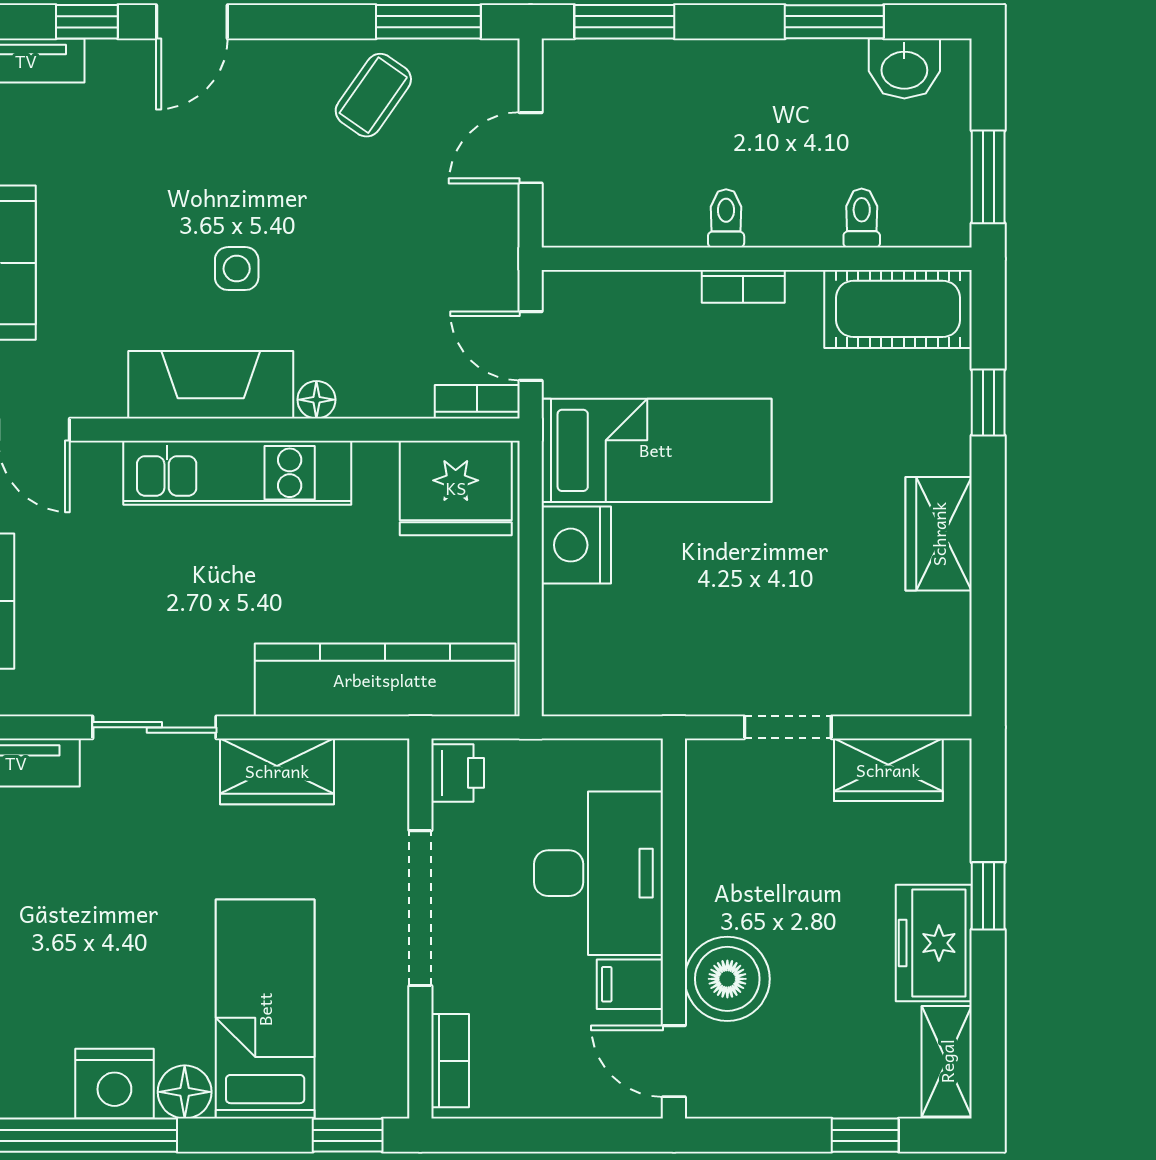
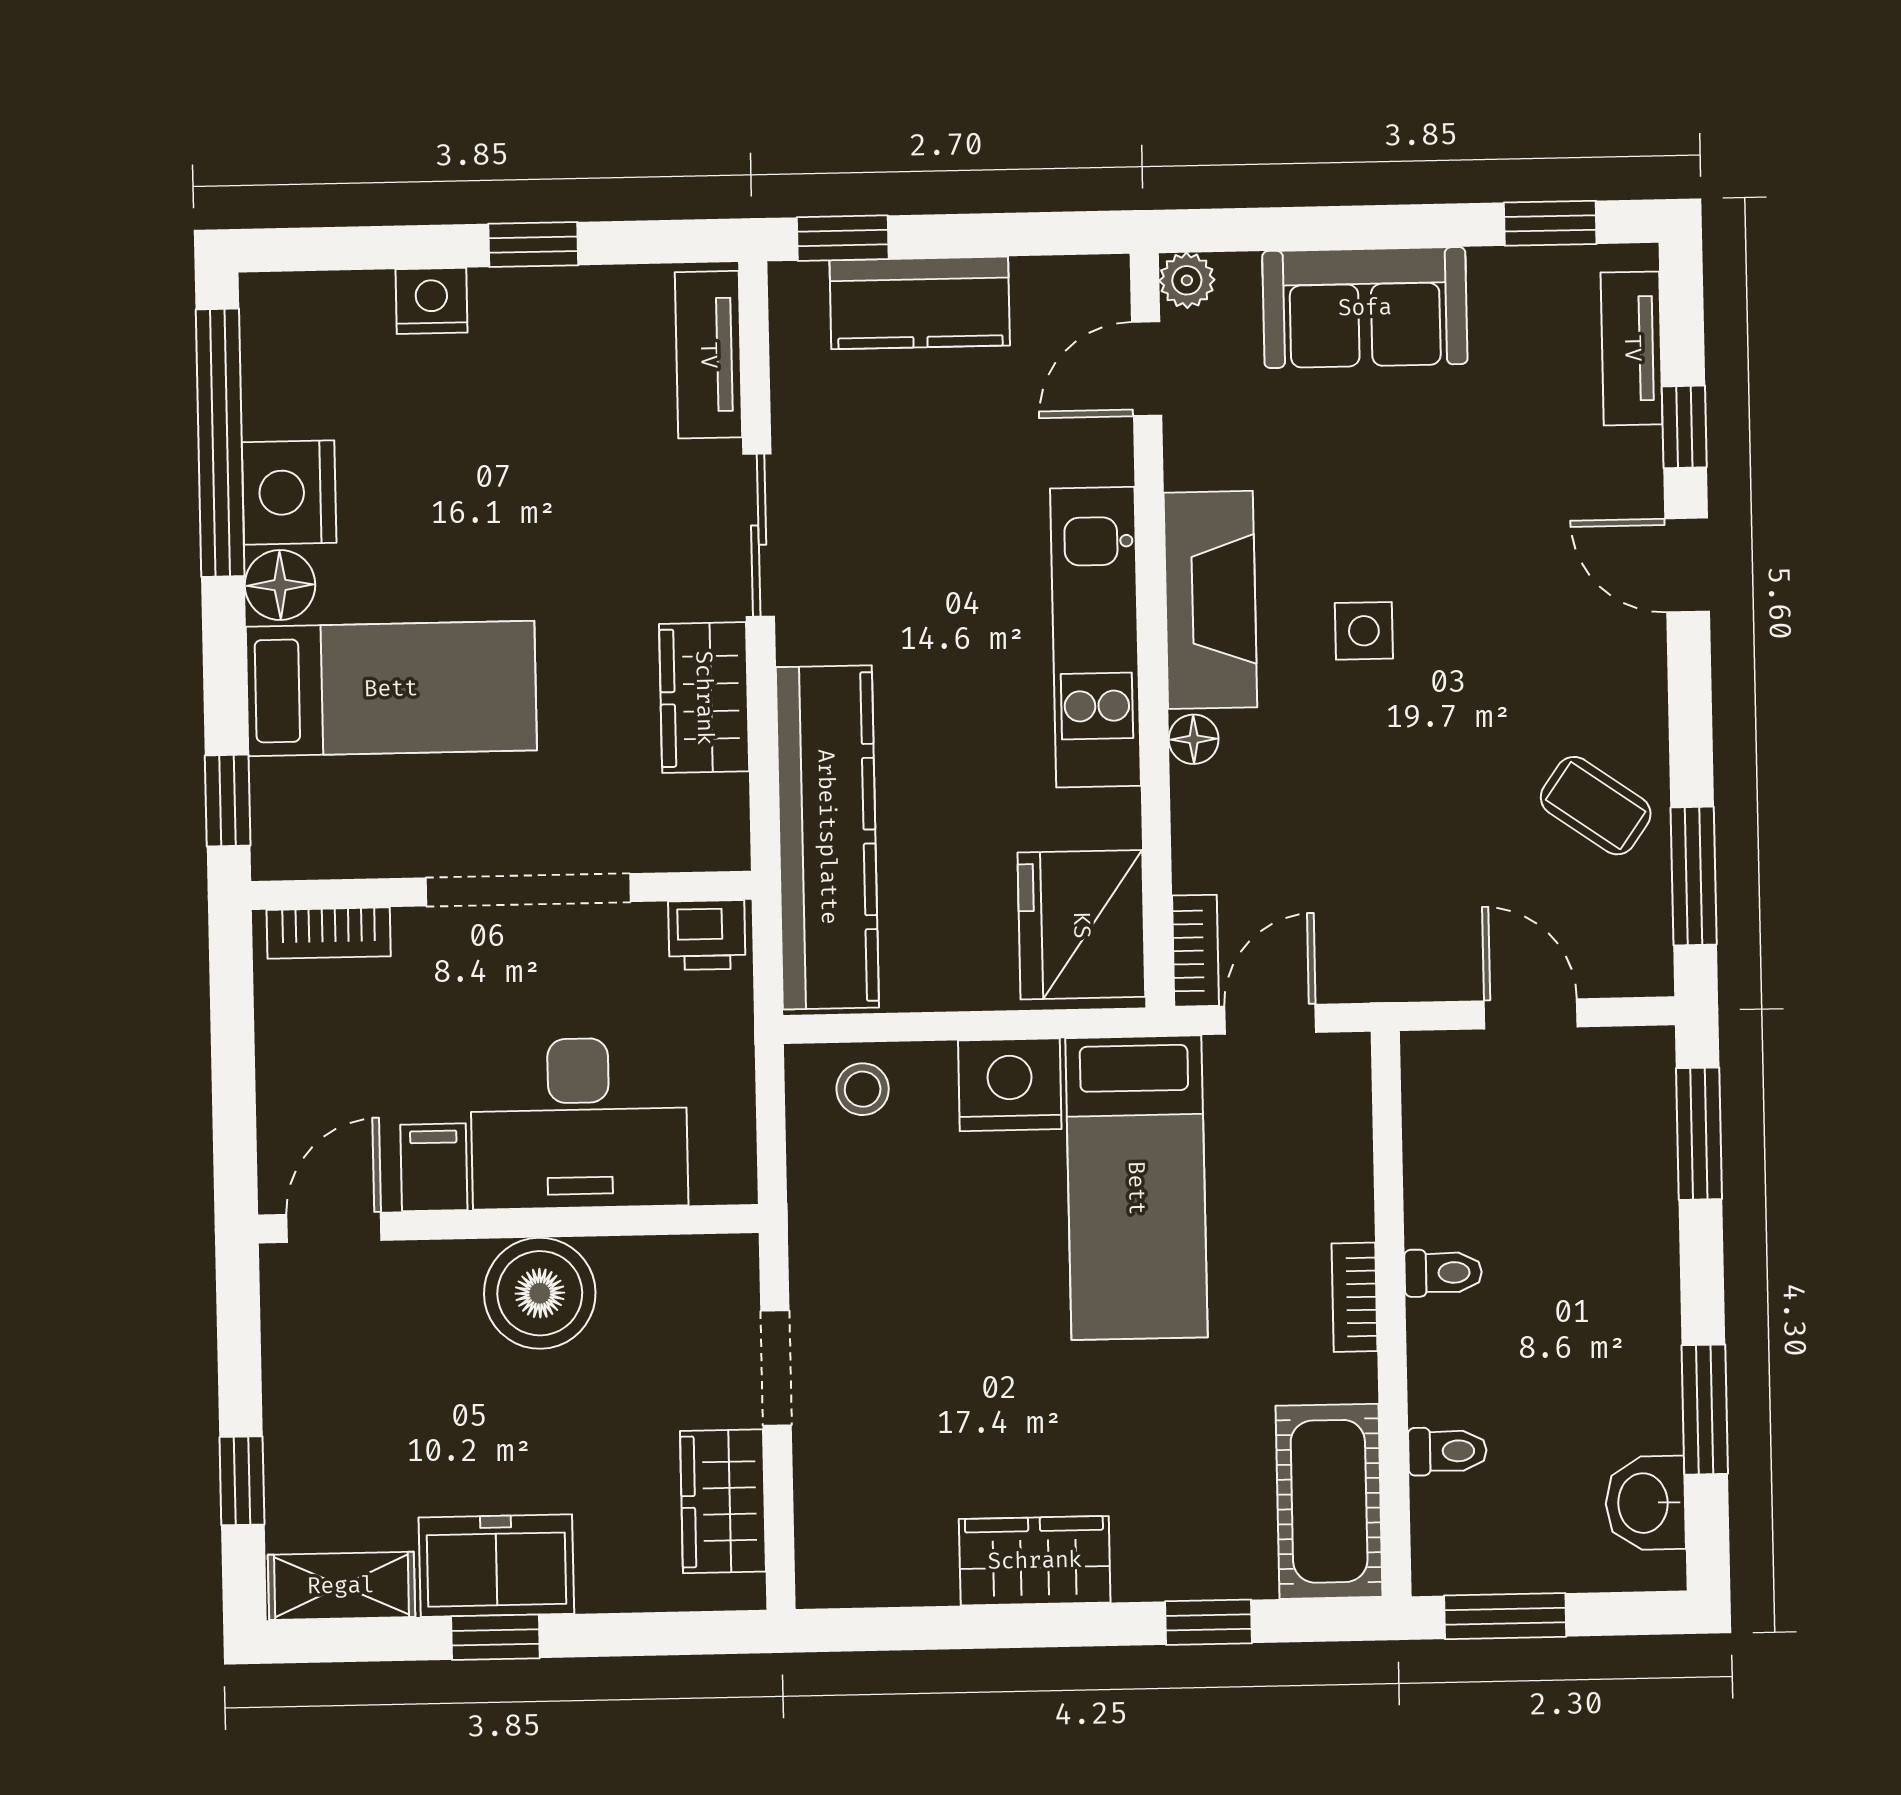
stool: (577, 657) -> (863, 1089), added
window: (988, 896) -> (495, 1637), moved
boiler: (727, 979) -> (540, 1293), moved

